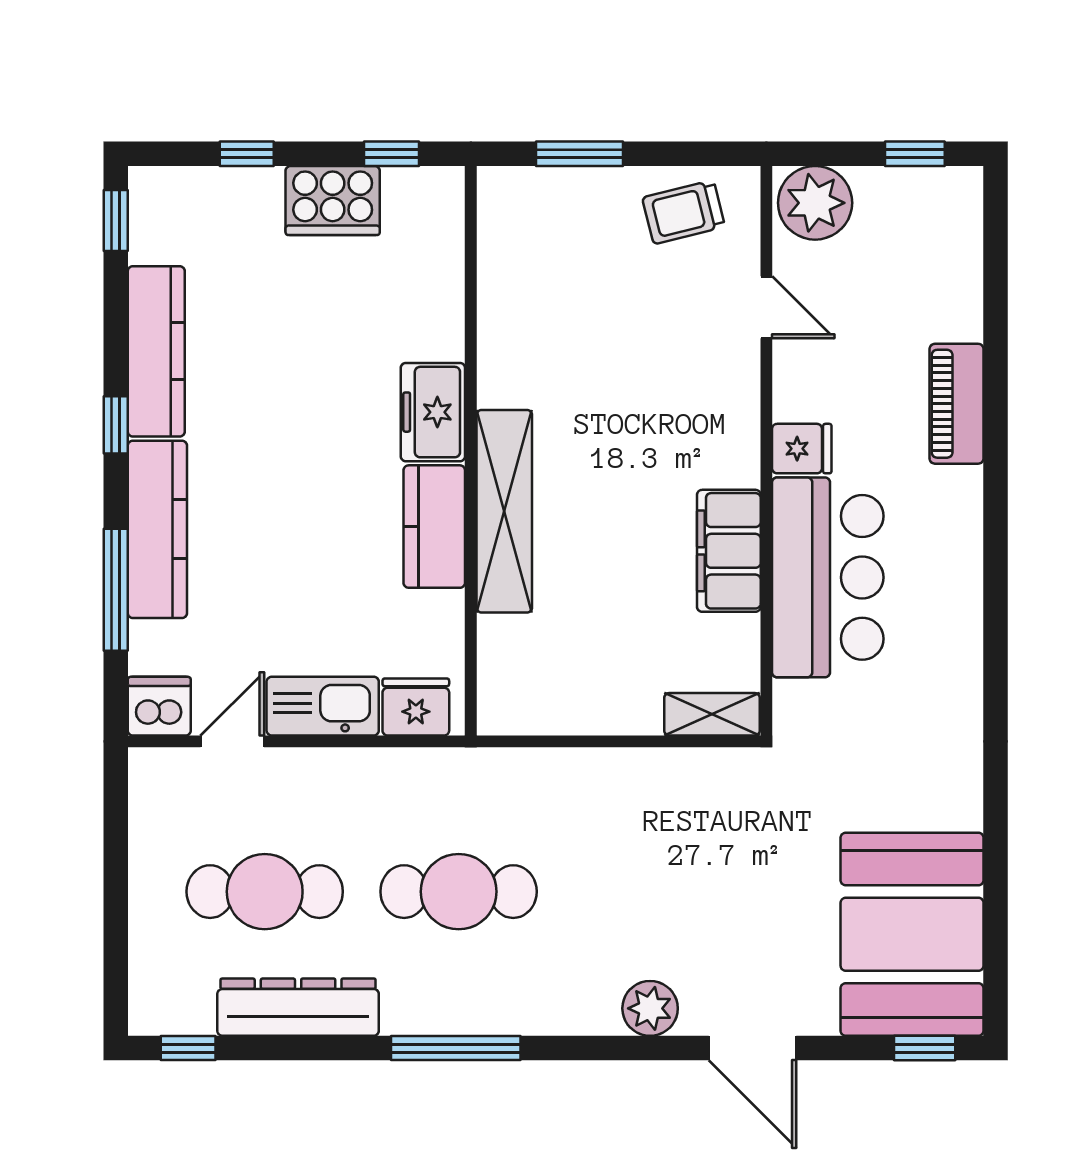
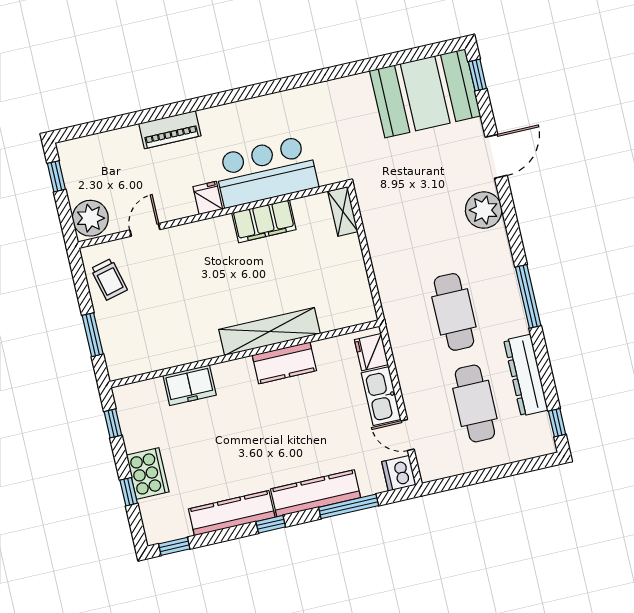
cooker: (333, 200) -> (148, 473), moved
freezer: (433, 412) -> (190, 385), moved
plant: (650, 1008) -> (484, 210), width x1.36, depth x1.36

